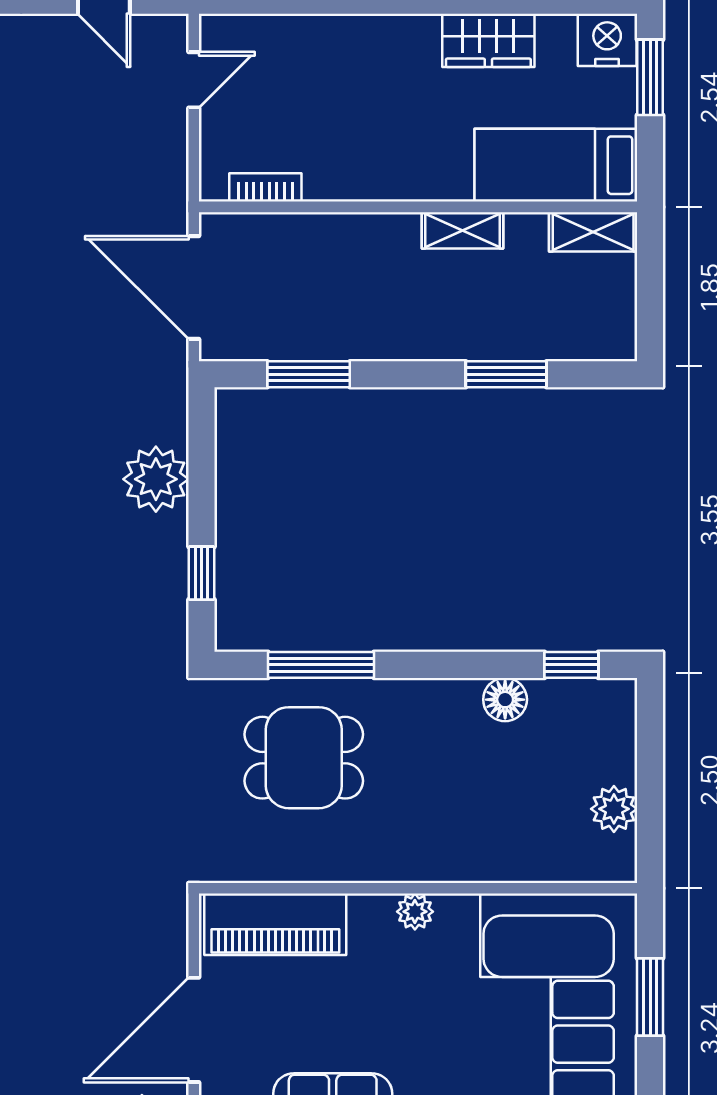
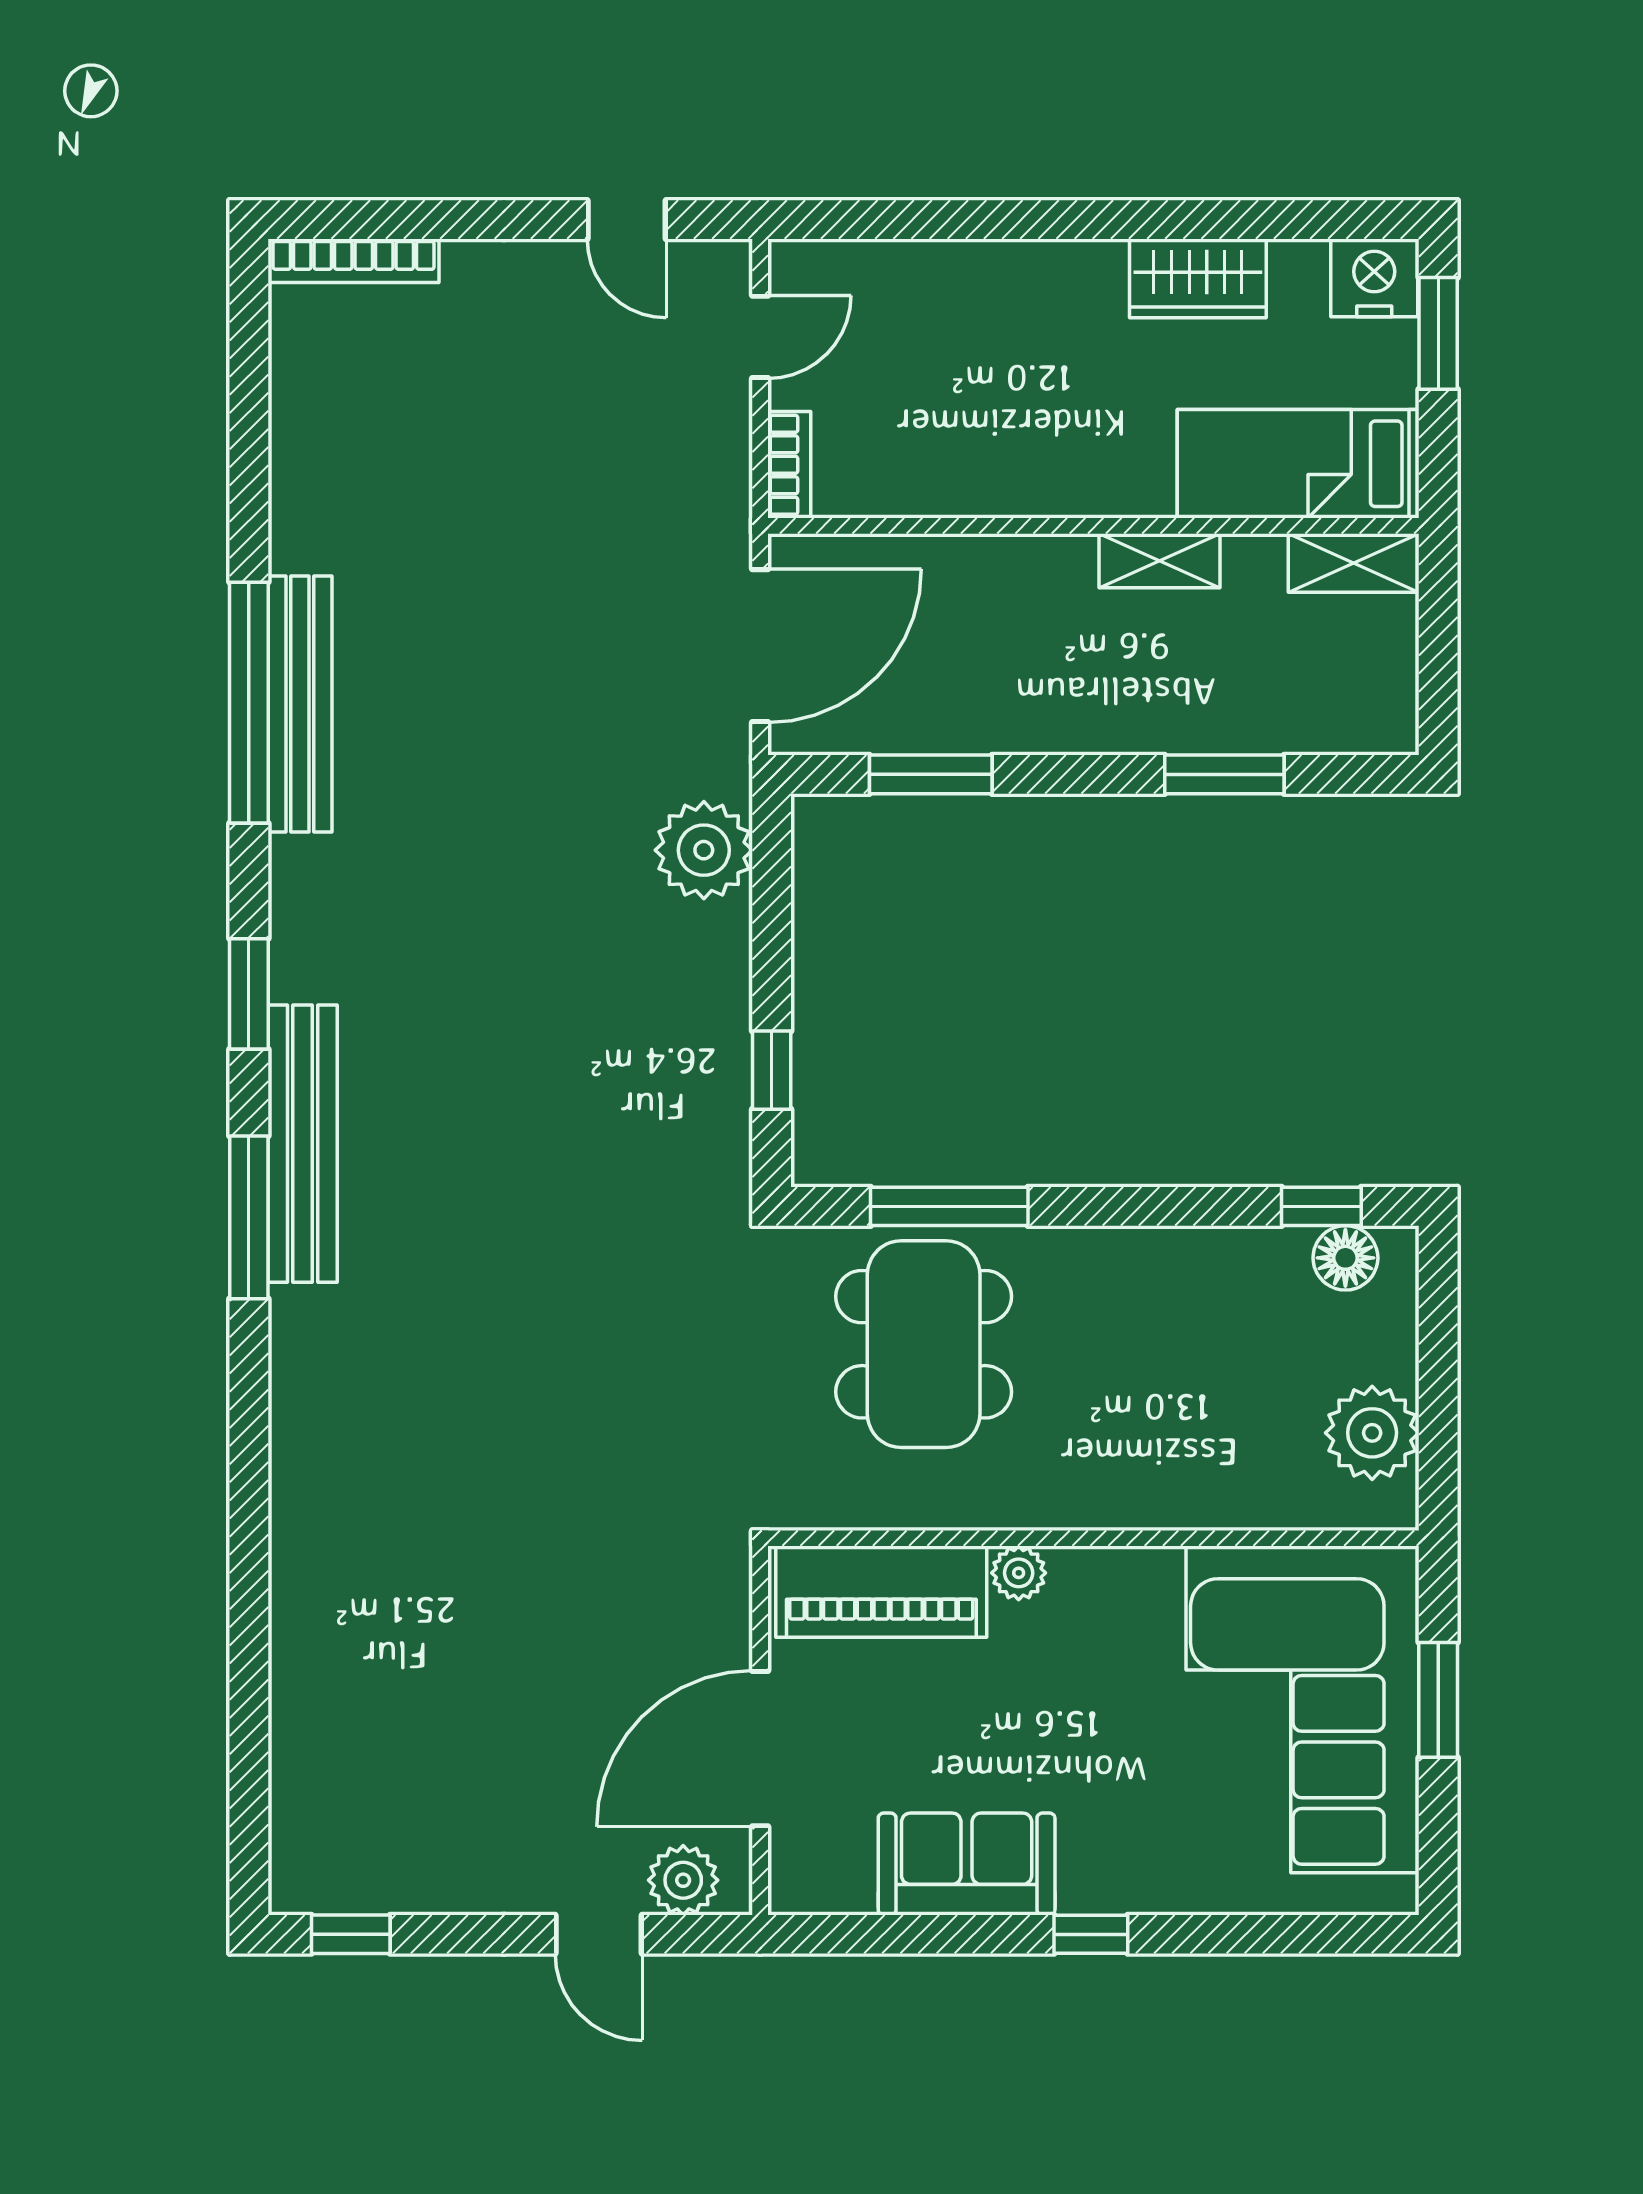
bookcase: (265, 187) -> (789, 465), moved, turned 90
door: (194, 288) -> (760, 646), swing flipped
plant: (156, 479) -> (704, 850), moved
floor lamp: (505, 700) -> (1345, 1258), moved
dining table: (304, 758) -> (924, 1344), width x1.37
plant: (614, 809) -> (1372, 1433), width x1.36, depth x1.36
plant: (415, 912) -> (1019, 1573), moved

